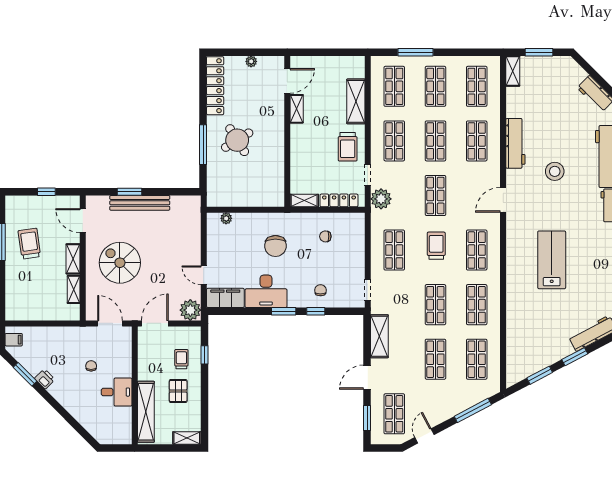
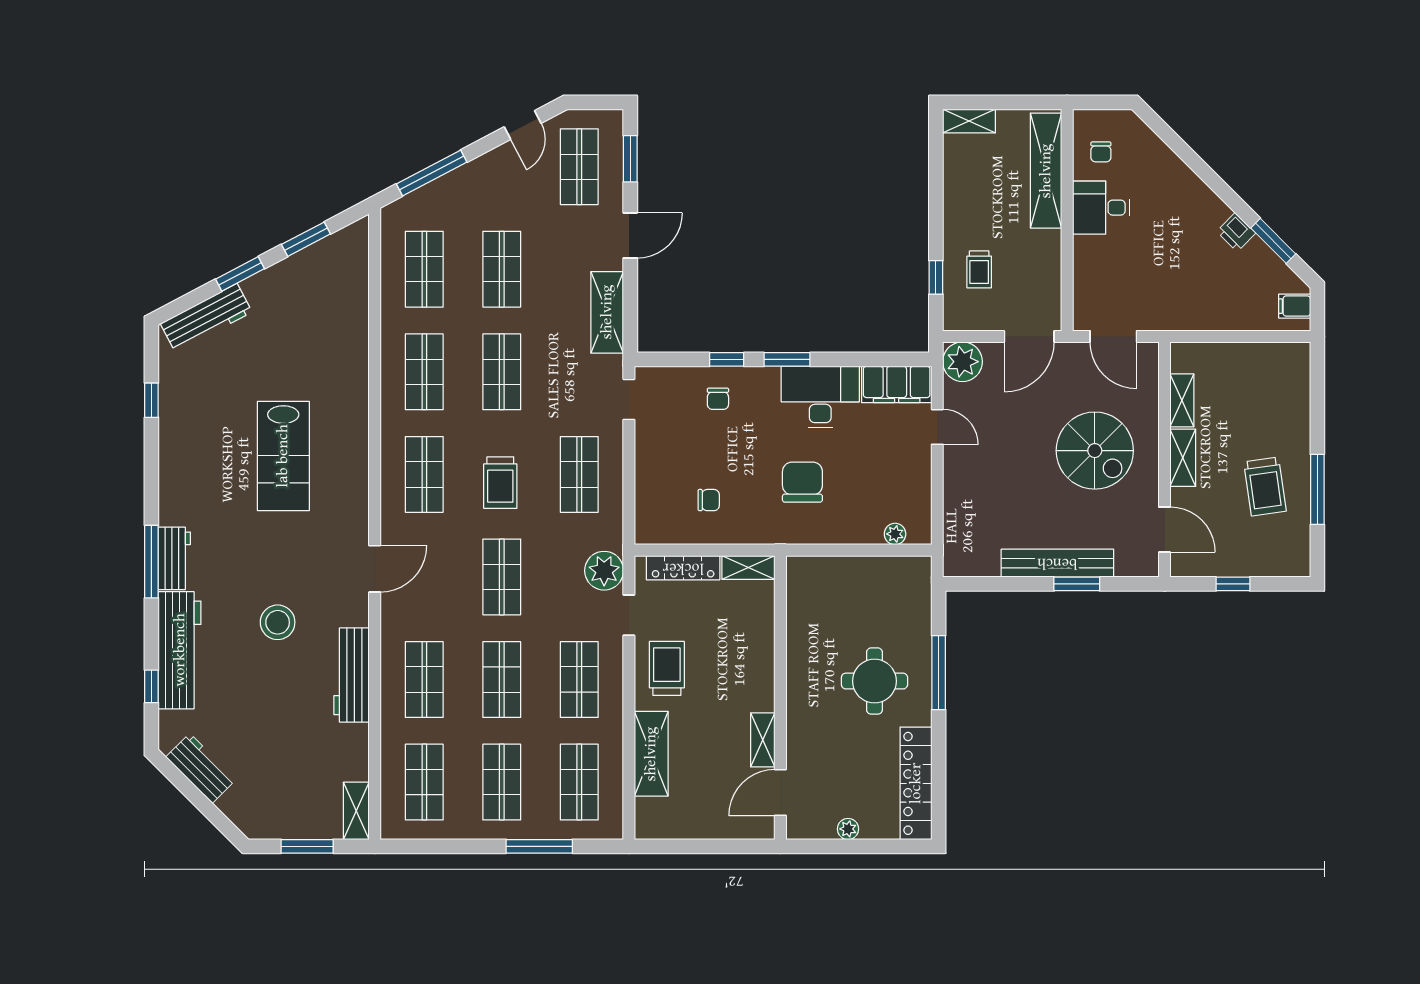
round table: (237, 140) -> (874, 681), turned 32
chair: (91, 366) -> (1101, 152), moved
pallet: (178, 391) -> (985, 209), removed

